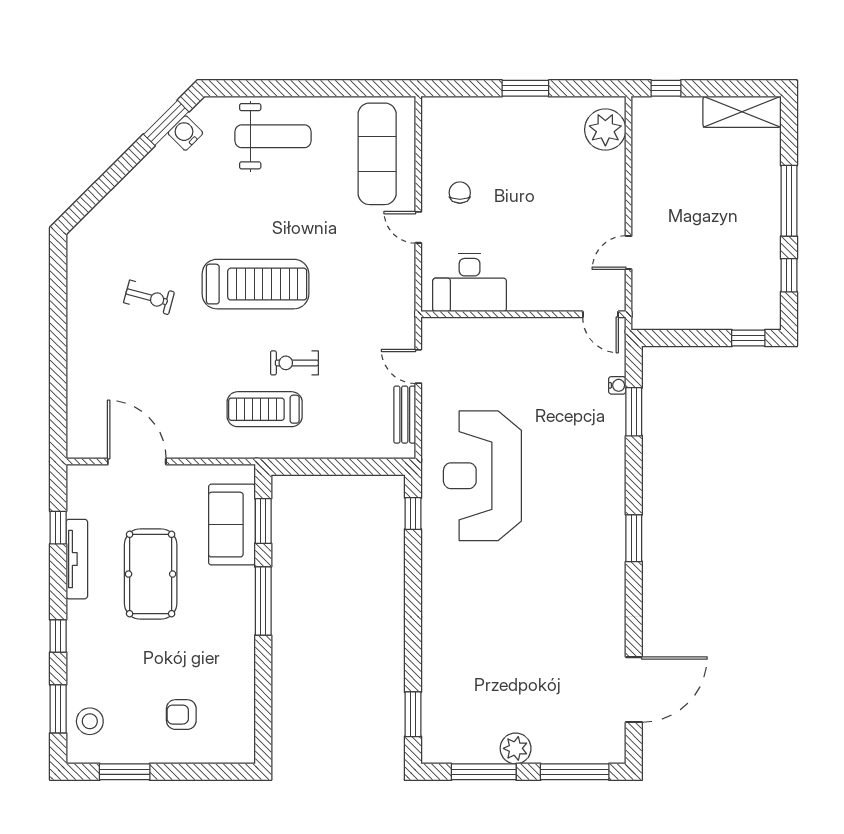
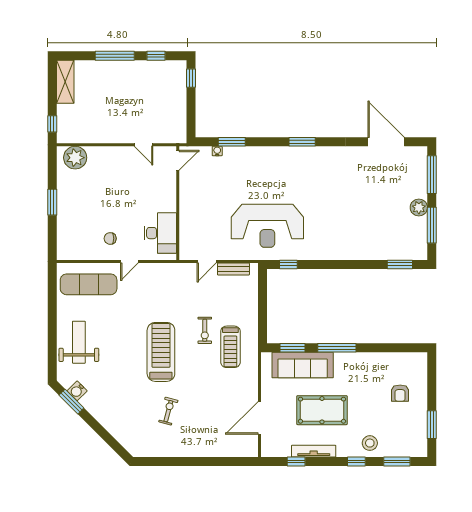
sofa: (232, 525) -> (303, 365), width x1.36
stool: (90, 721) -> (370, 443), moved

